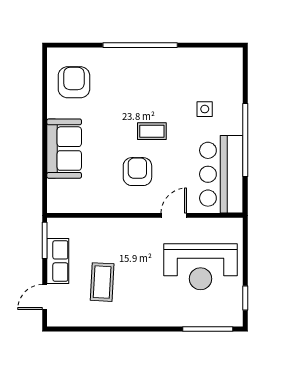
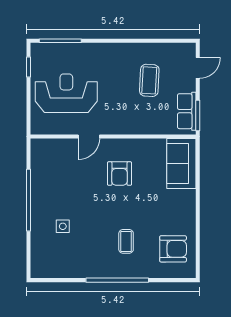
armchair: (74, 82) -> (173, 249), turned -90
coffee table: (152, 131) -> (126, 241), moved, turned 90
sofa: (64, 149) -> (181, 163), moved
bar counter: (221, 174) -> (49, 171), removed
row of seats: (58, 261) -> (187, 111), moved

